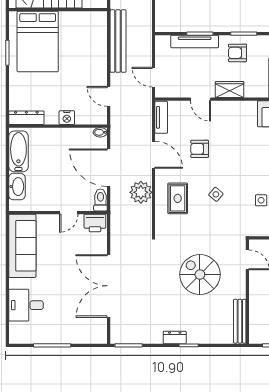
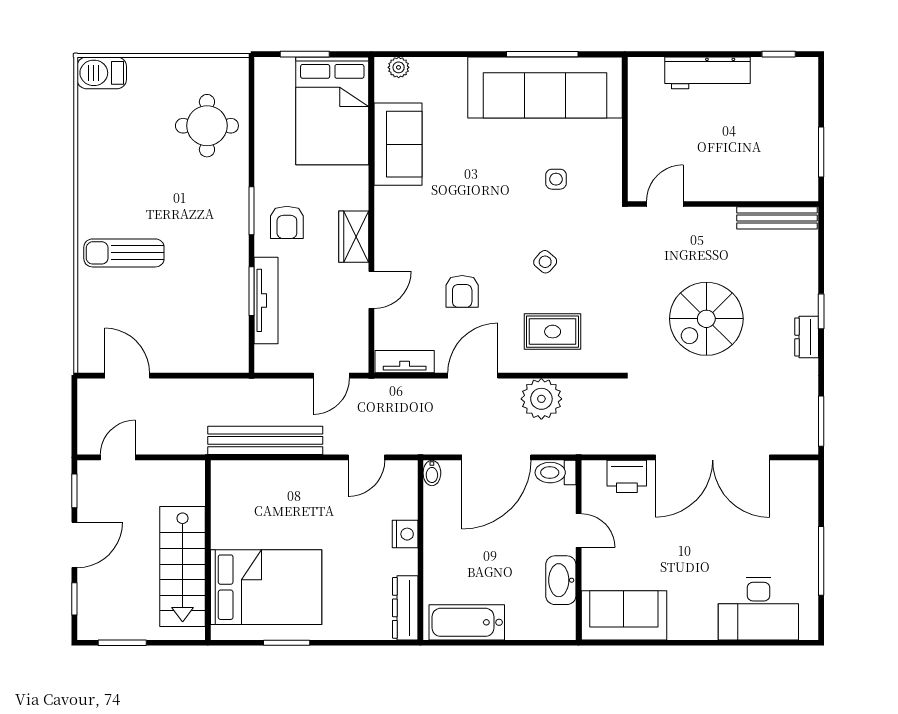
washbasin: (17, 187) -> (561, 580), moved, turned -90
printer: (95, 223) -> (627, 476), moved, turned 90
sofa: (22, 246) -> (624, 615), width x0.73
spiral stairs: (200, 275) -> (706, 319), moved
desk: (26, 305) -> (758, 609), width x1.37

